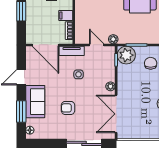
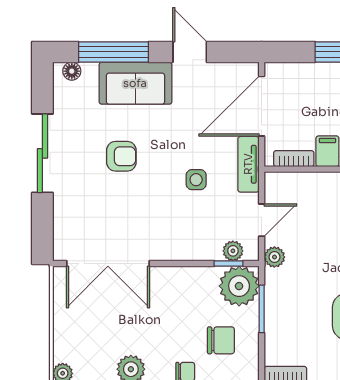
plant: (110, 86) -> (233, 251), moved
armchair: (68, 108) -> (121, 156), turned 90
window: (21, 111) -> (114, 52), width x1.44
double door: (116, 114) -> (108, 263), swing flipped
sliding door: (84, 143) -> (42, 153), moved

